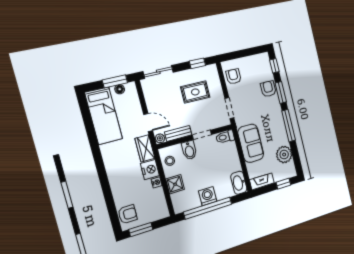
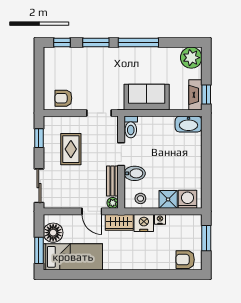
window: (115, 81) -> (39, 250), moved
floor lamp: (120, 89) -> (53, 233), width x1.89, depth x1.89
armchair: (268, 89) -> (88, 58), removed
door: (148, 122) -> (92, 211), swing flipped
plant: (284, 155) -> (191, 58), moved
window: (283, 184) -> (206, 94), moved
washing machine: (208, 196) -> (188, 199), moved, turned 90
window: (208, 208) -> (206, 169), removed
armchair: (128, 214) -> (185, 260), turned -90
window: (141, 230) -> (206, 238), moved

